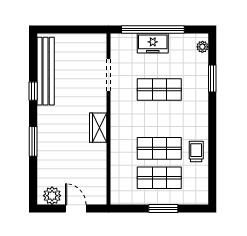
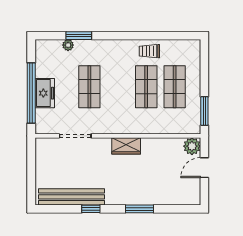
plant: (202, 47) -> (68, 45), moved
plant: (52, 196) -> (192, 146), moved
window: (163, 208) -> (204, 111), moved

